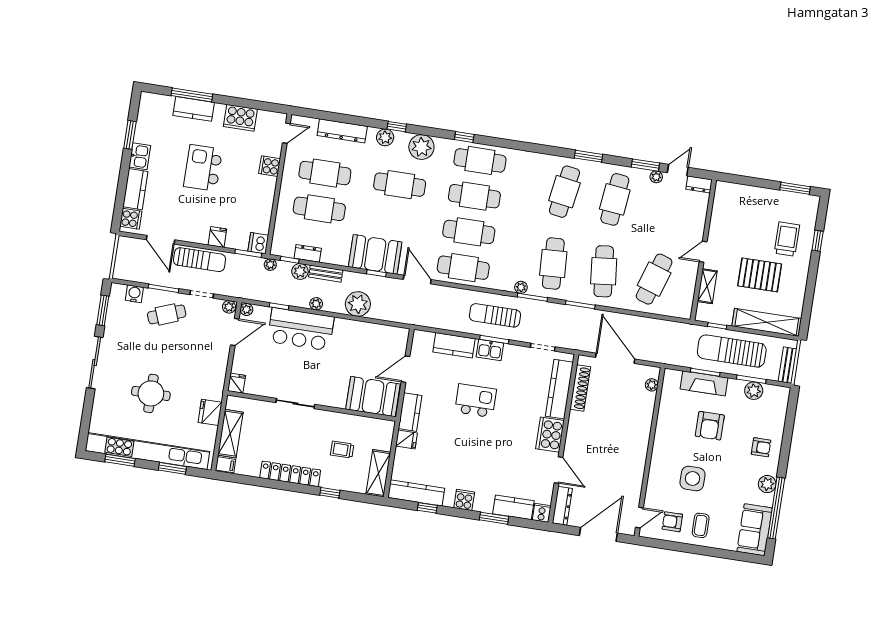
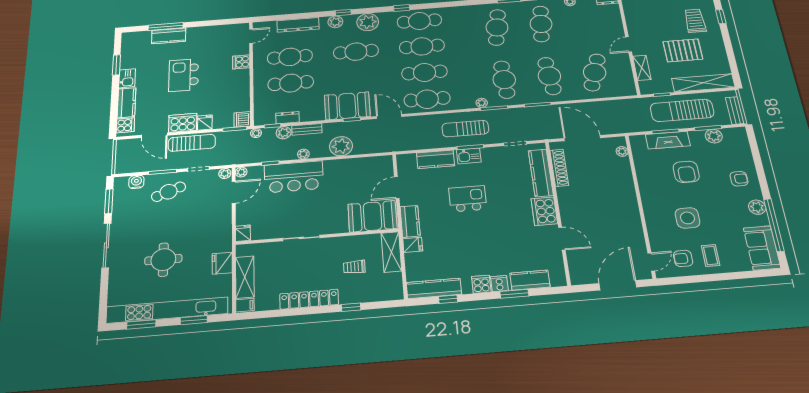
cooker: (240, 118) -> (183, 123), moved, turned 180
shelving: (378, 473) -> (391, 252), moved
dresser: (562, 506) -> (576, 268), removed
cooker: (542, 513) -> (499, 284), moved

